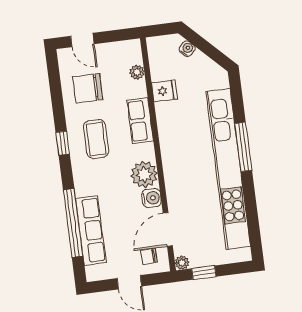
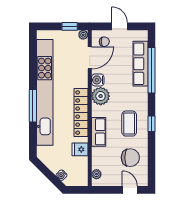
plant: (137, 72) -> (96, 174), moved
locker: (170, 146) -> (81, 113), added

